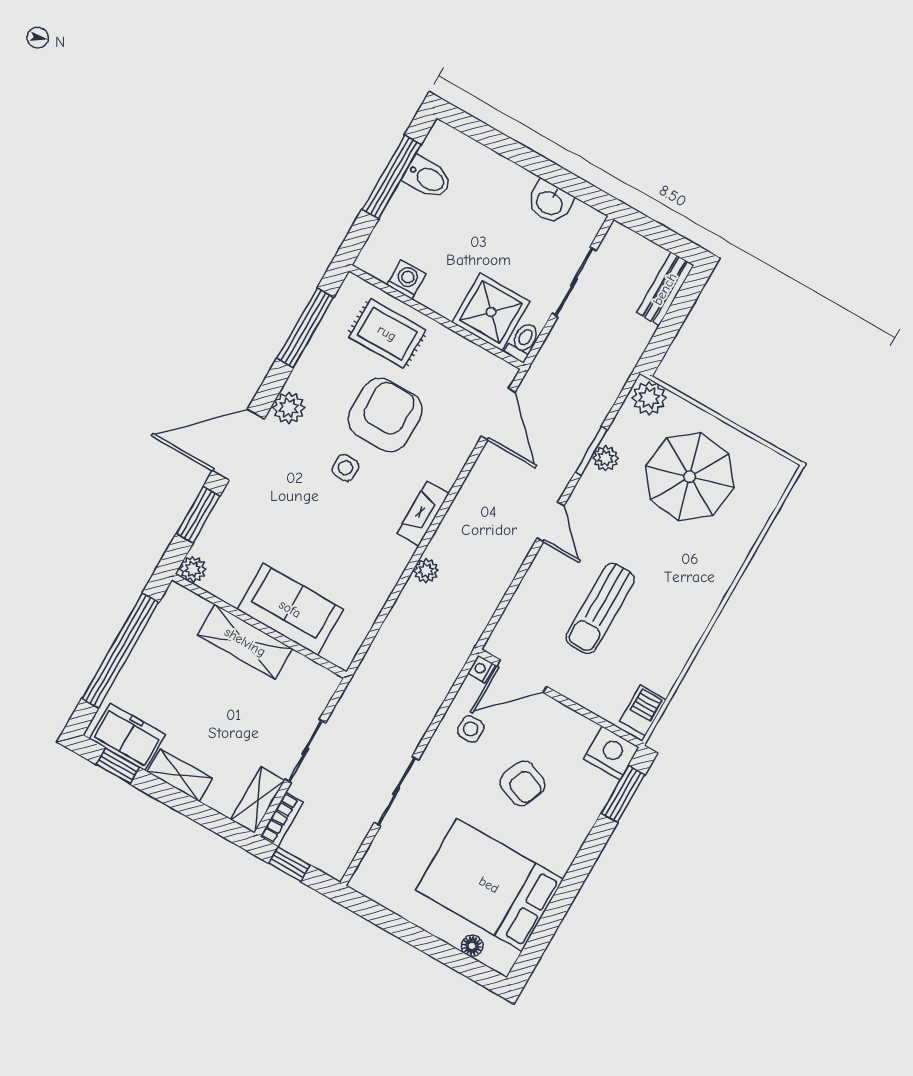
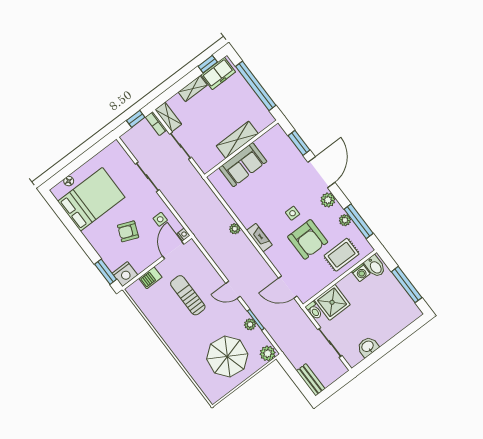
bidet: (428, 178) -> (375, 266), moved, turned -90
plant: (193, 569) -> (345, 220), moved
barbecue: (643, 710) -> (150, 278), moved, turned 90

